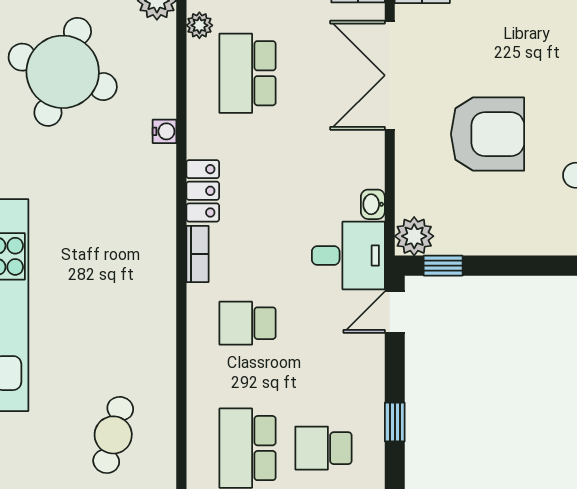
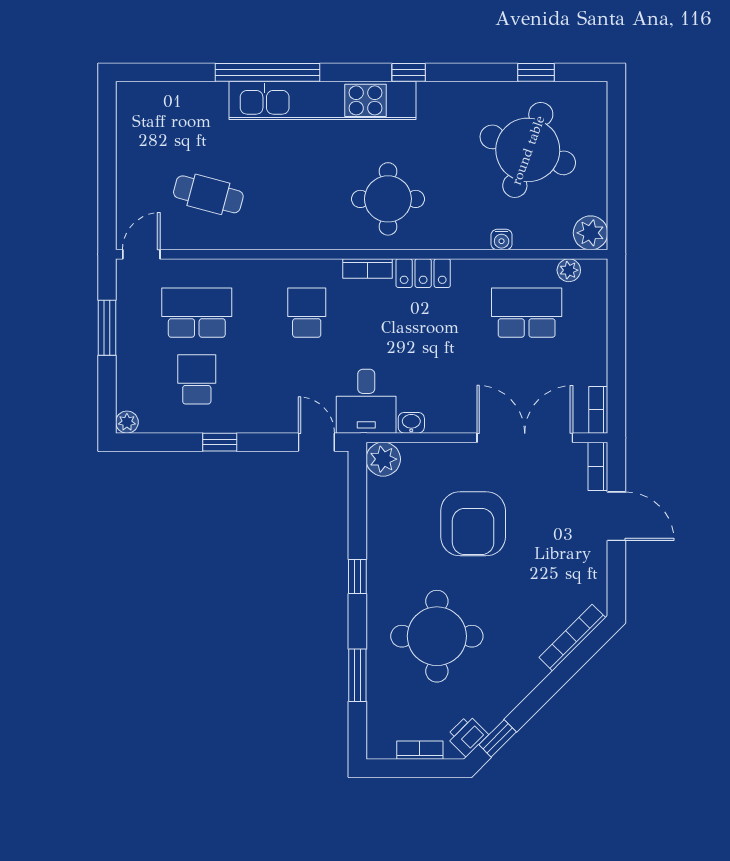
water cooler: (165, 131) -> (502, 240), moved
round table: (118, 231) -> (388, 199), added
window: (443, 266) -> (357, 576), moved

